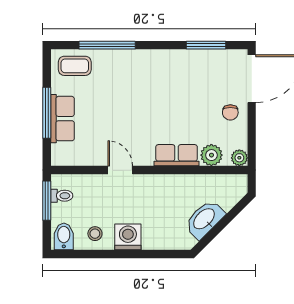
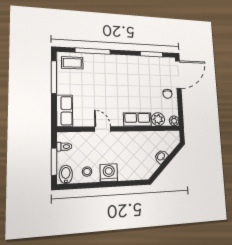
window: (47, 113) -> (54, 77), moved
row of seats: (63, 119) -> (65, 111), moved
window: (47, 201) -> (54, 162), moved
washbasin: (204, 219) -> (161, 157), width x0.52, depth x0.69

